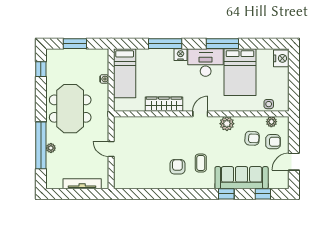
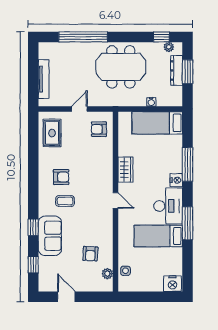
dresser: (74, 54) -> (177, 70), added
bed: (240, 72) -> (158, 236), width x0.67
wardrobe: (164, 104) -> (125, 170), width x0.67
plant: (227, 124) -> (105, 228), removed
armchair: (273, 142) -> (99, 129), moved, turned 90
plant: (51, 148) -> (169, 47), moved
rug: (135, 176) -> (52, 133), added
sofa: (242, 178) -> (50, 236), width x0.73

